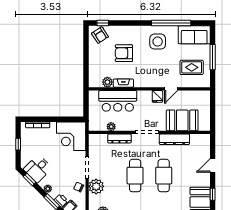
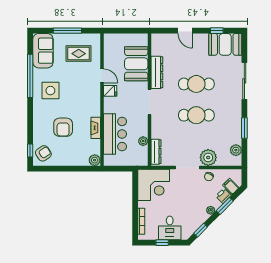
rug: (192, 67) -> (79, 54), turned 90
plant: (107, 82) -> (95, 160), moved
dresser: (119, 139) -> (156, 152), moved
desk: (38, 169) -> (170, 228), moved, turned 45

